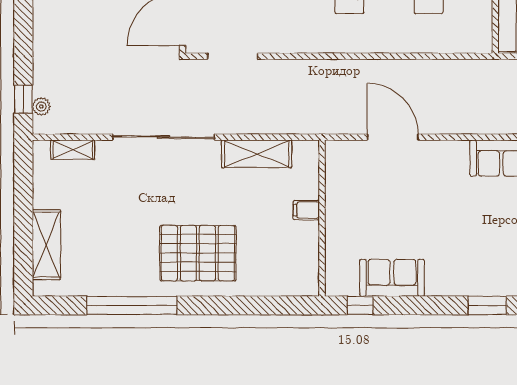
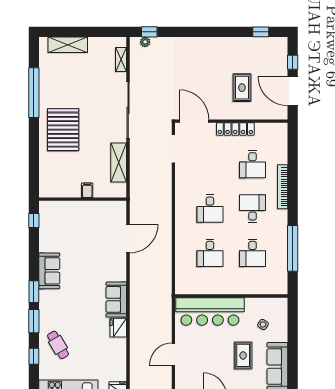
sofa: (392, 278) -> (49, 271), moved

